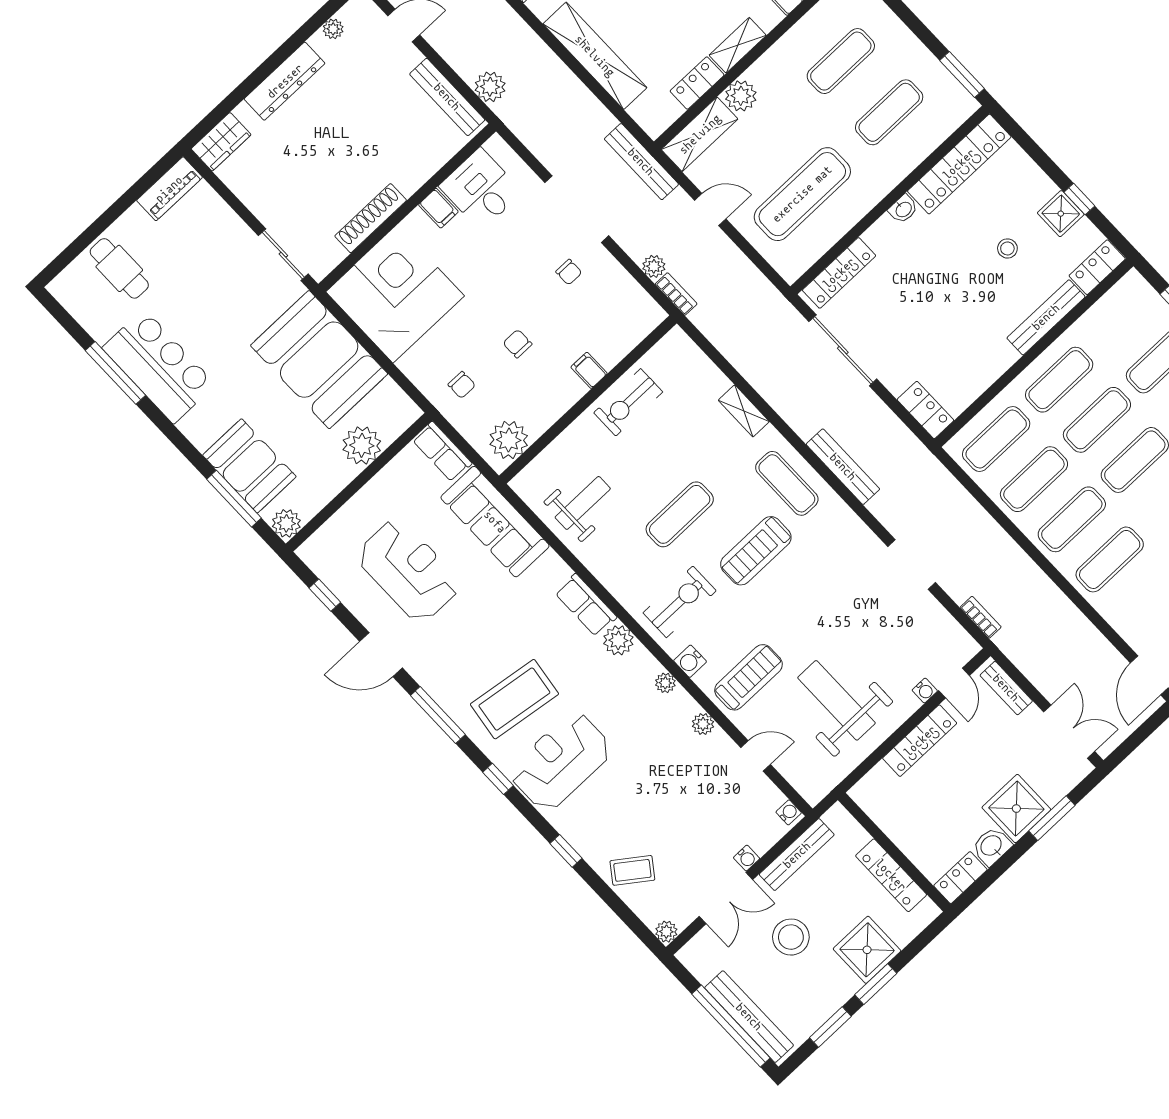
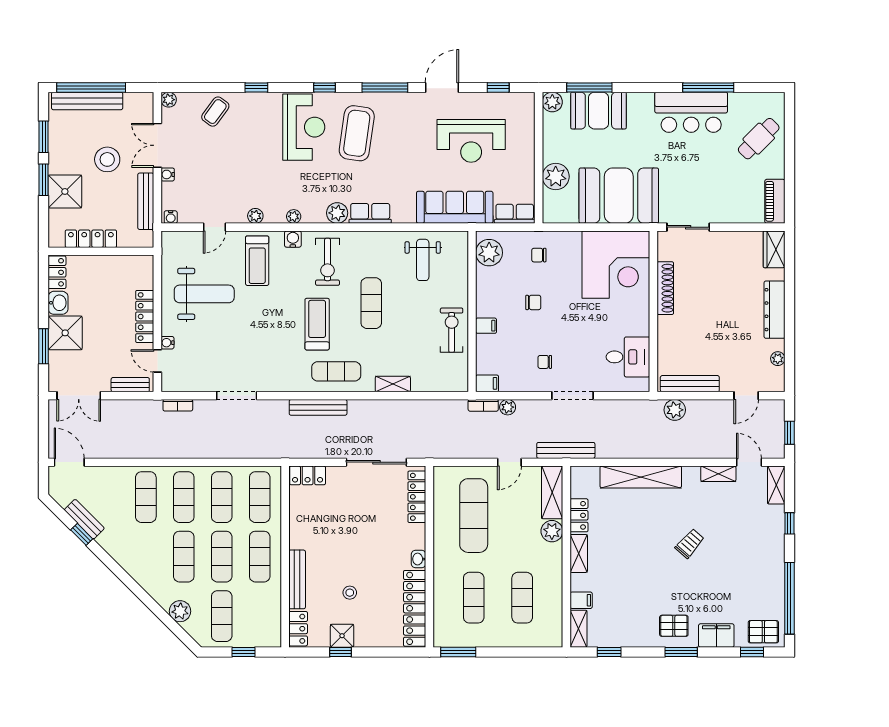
filing cabinet: (438, 208) -> (487, 383), moved, turned 180
doorway: (577, 209) -> (573, 396), width x0.73
cafe table: (119, 268) -> (759, 139), turned -45

